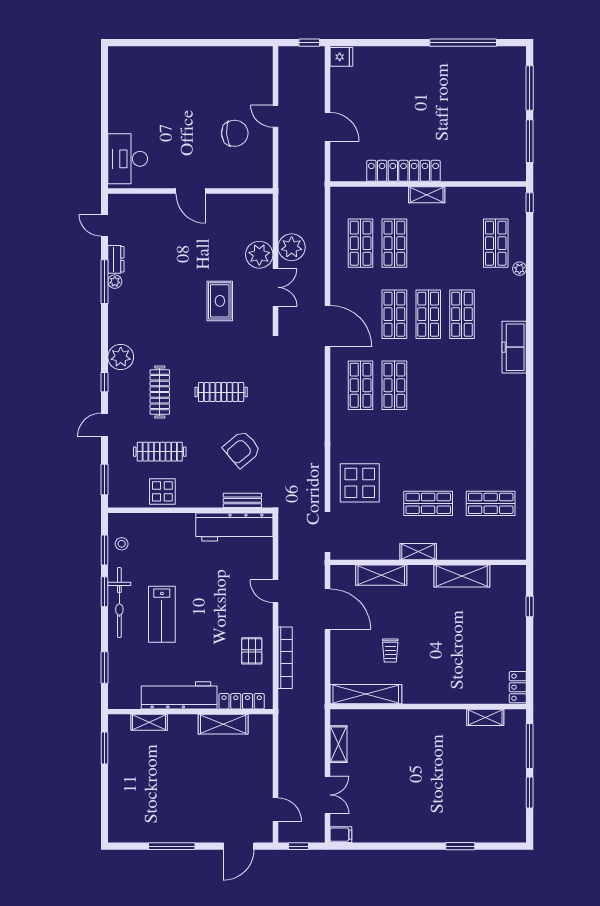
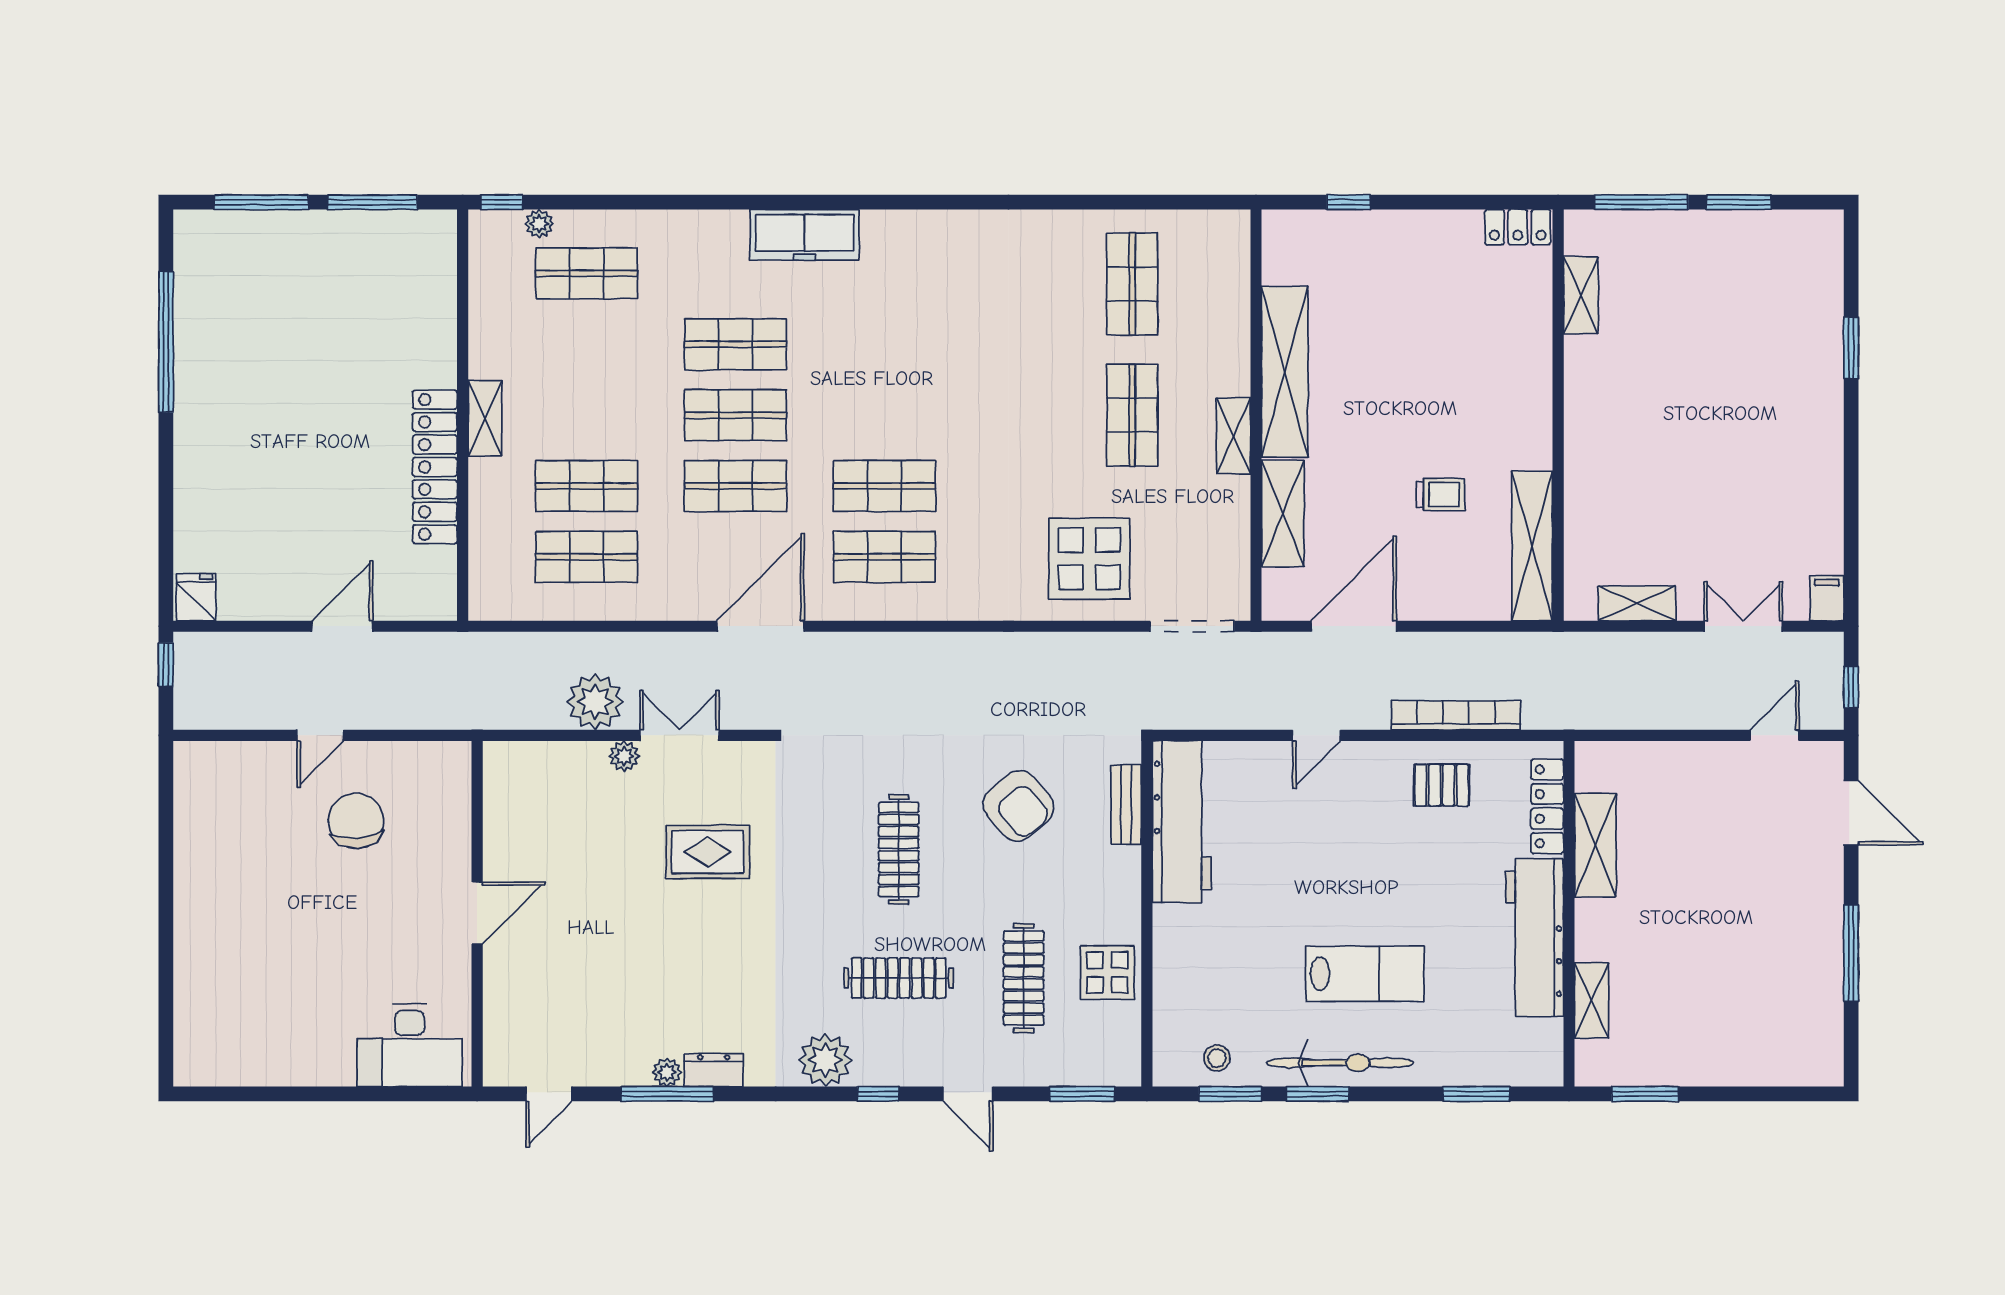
plant: (259, 255) -> (624, 756), width x0.53, depth x0.53
dresser: (116, 259) -> (714, 1070), moved
plant: (519, 269) -> (539, 224), moved
shelving: (462, 576) -> (1285, 372), width x1.47

